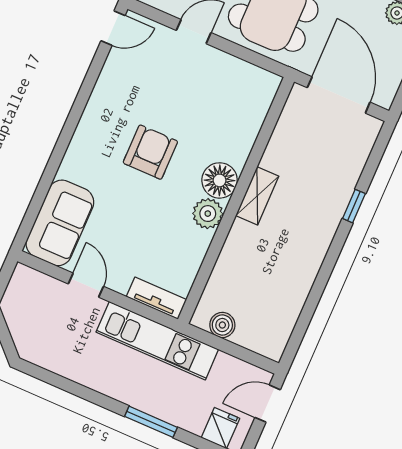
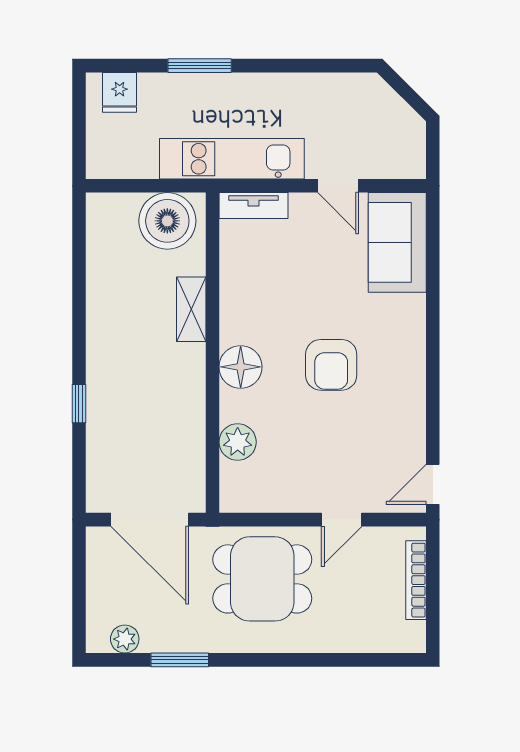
shelving: (257, 196) -> (191, 309), moved
plant: (208, 214) -> (238, 442), moved
boiler: (222, 325) -> (167, 221), width x1.86, depth x1.86
door: (268, 404) -> (79, 142), removed

